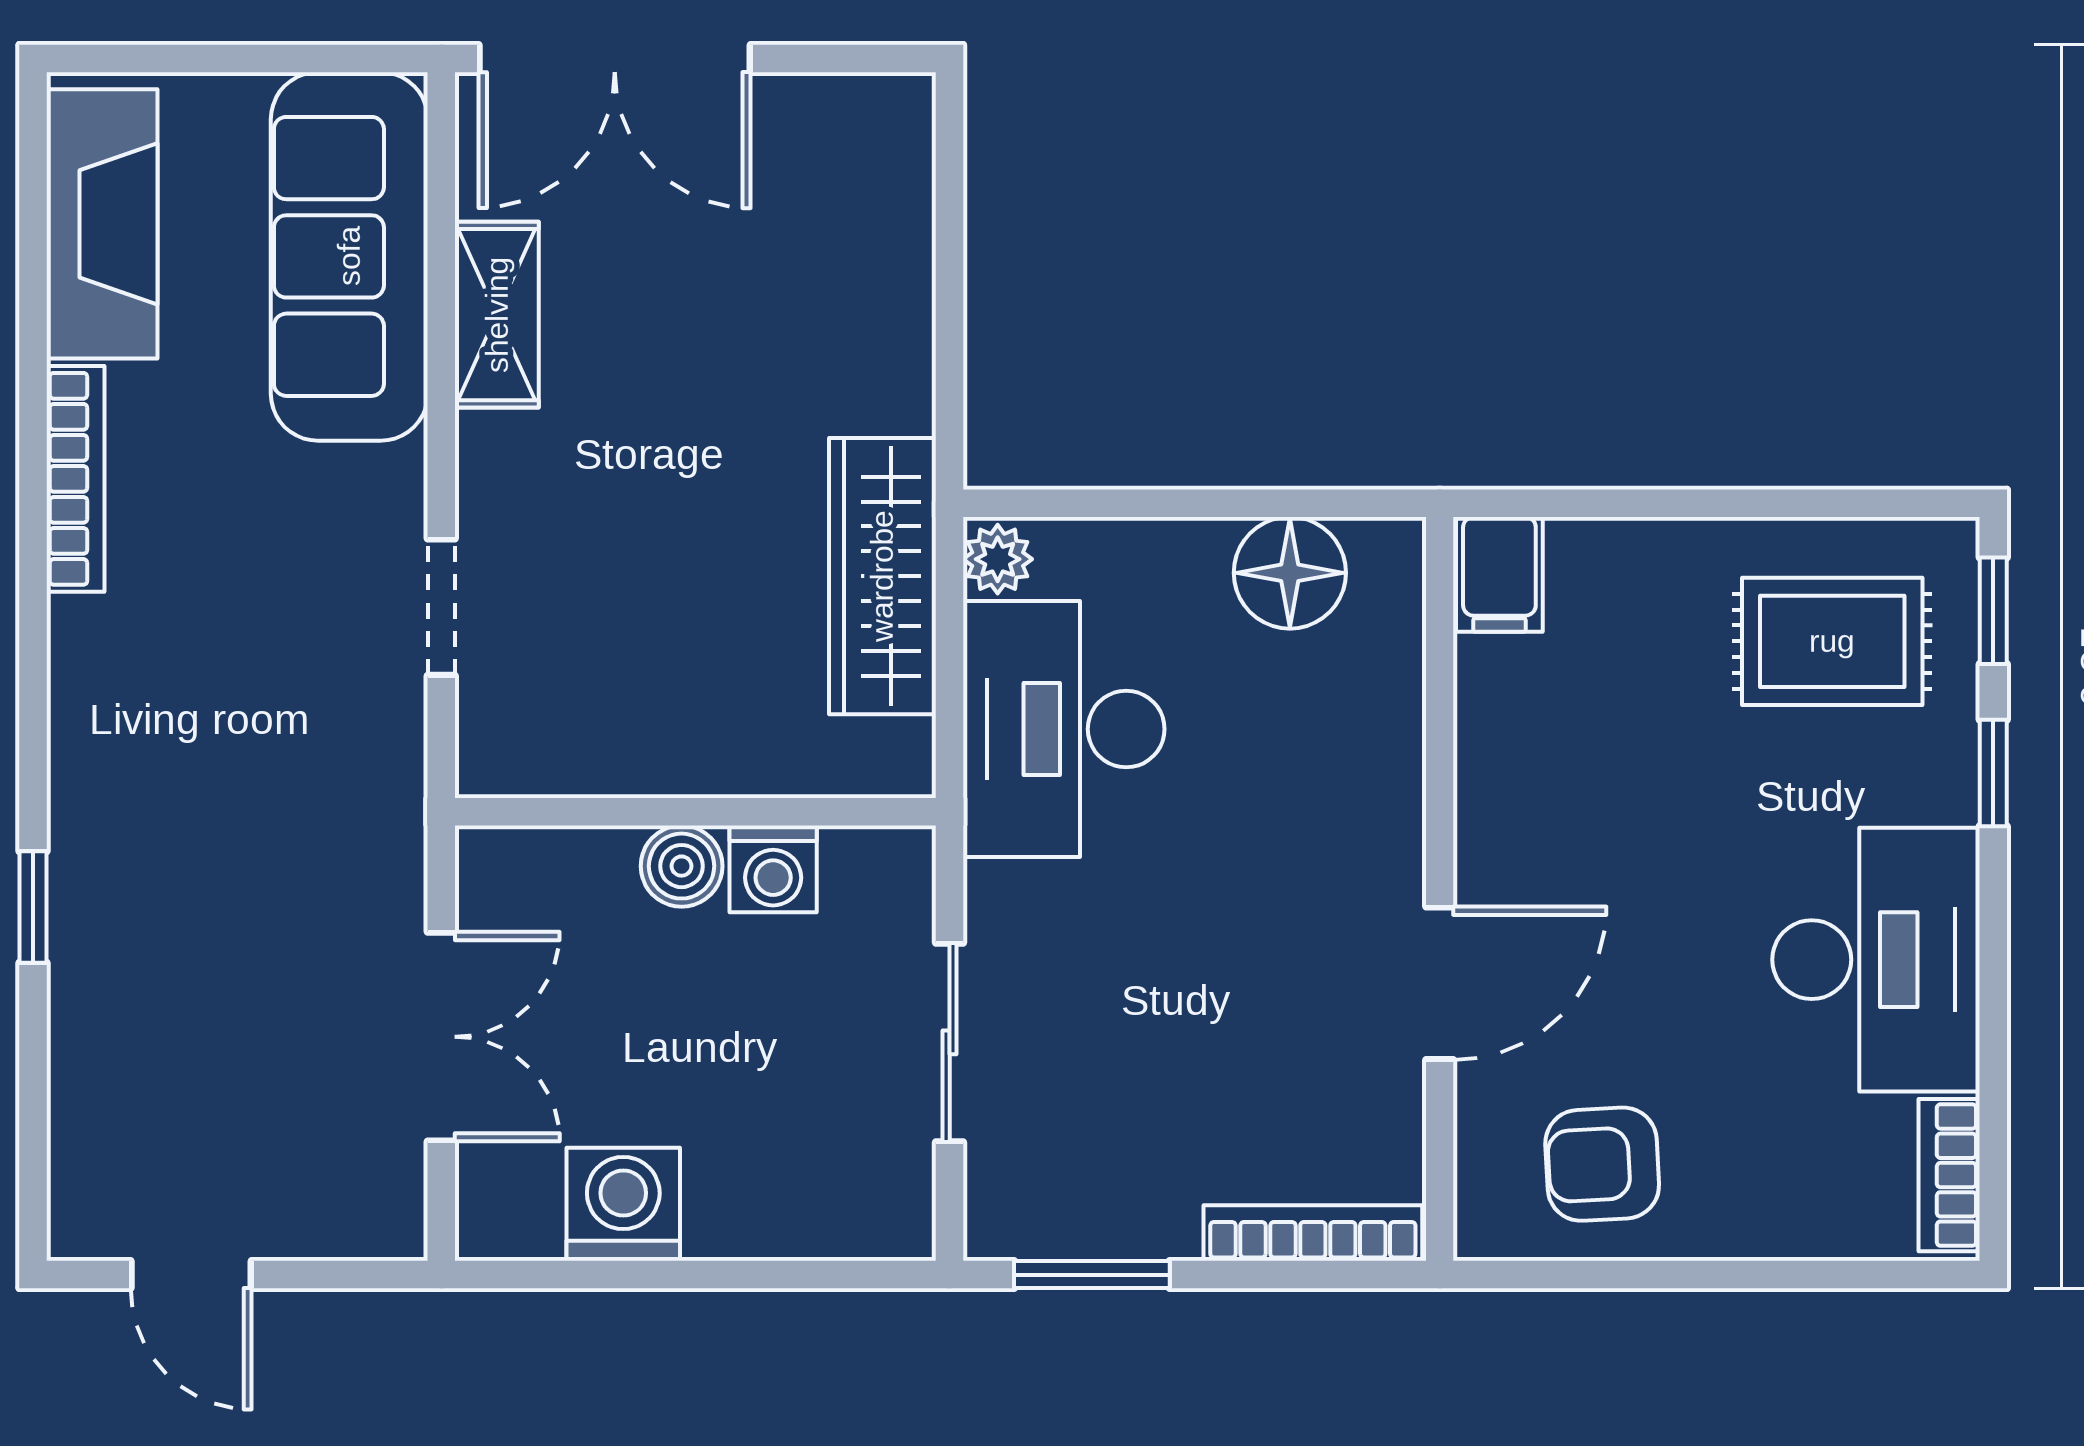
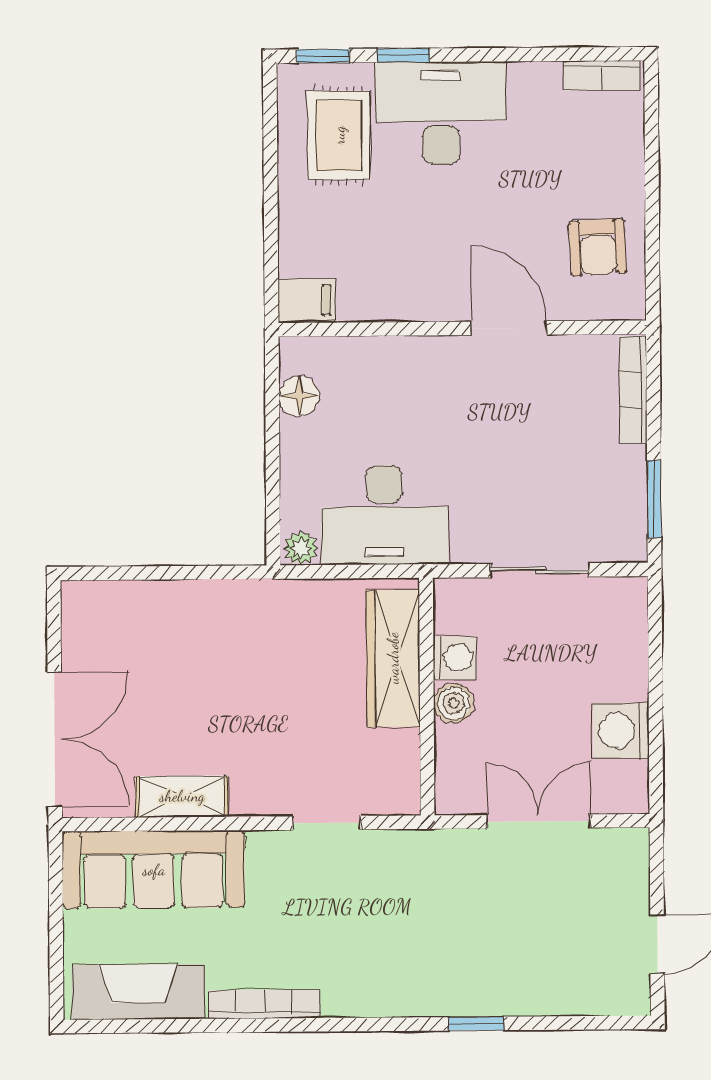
floor lamp: (1290, 573) -> (299, 396), width x0.73, depth x0.73
wardrobe: (882, 576) -> (393, 658), moved, turned 90
desk: (1876, 960) -> (441, 113), moved

